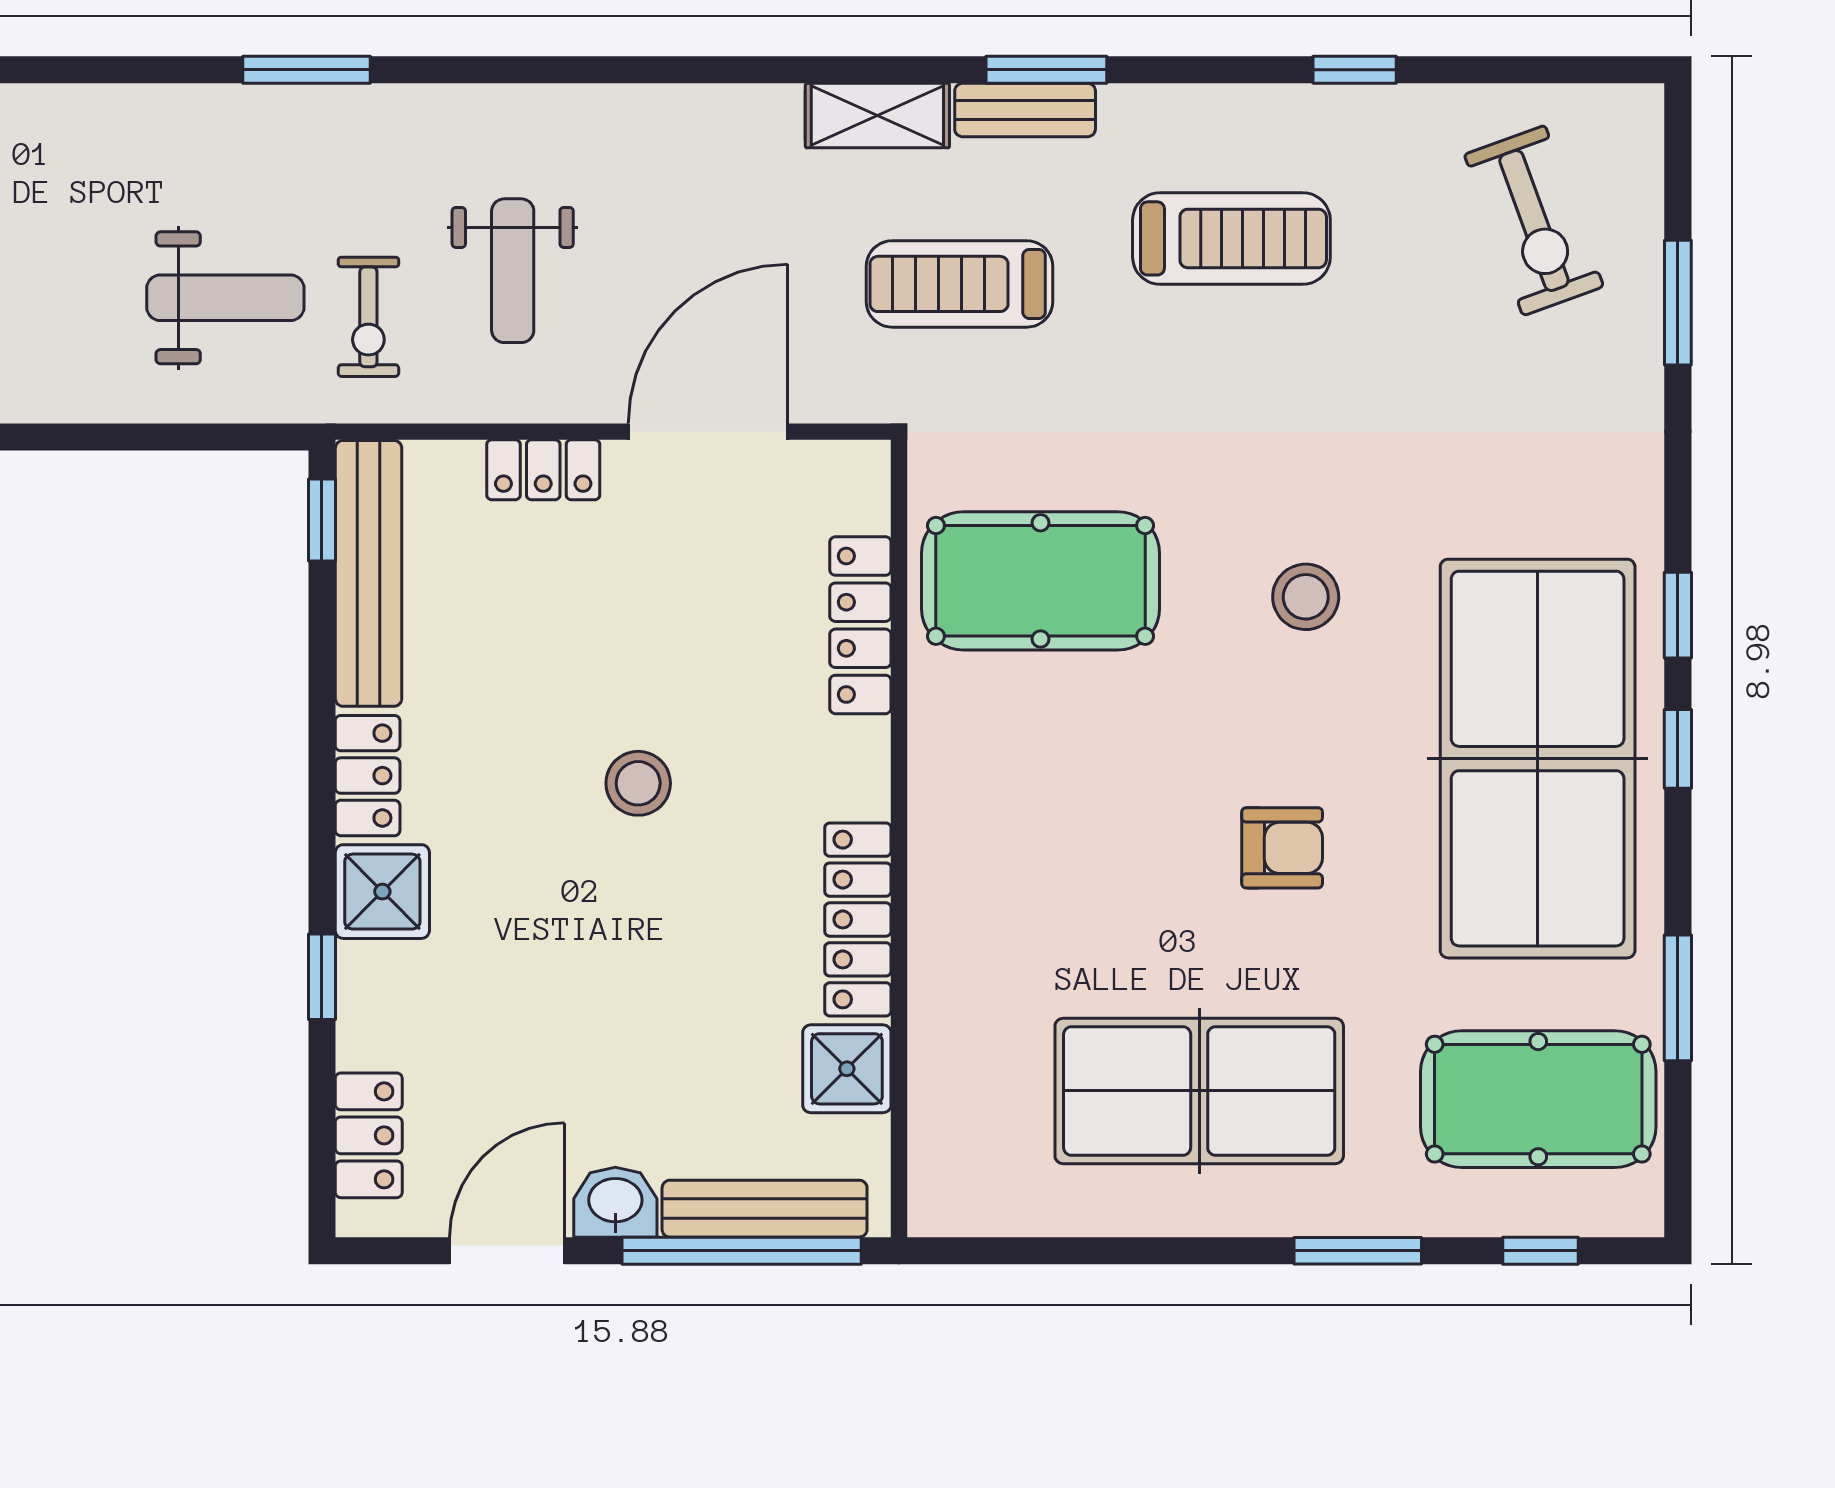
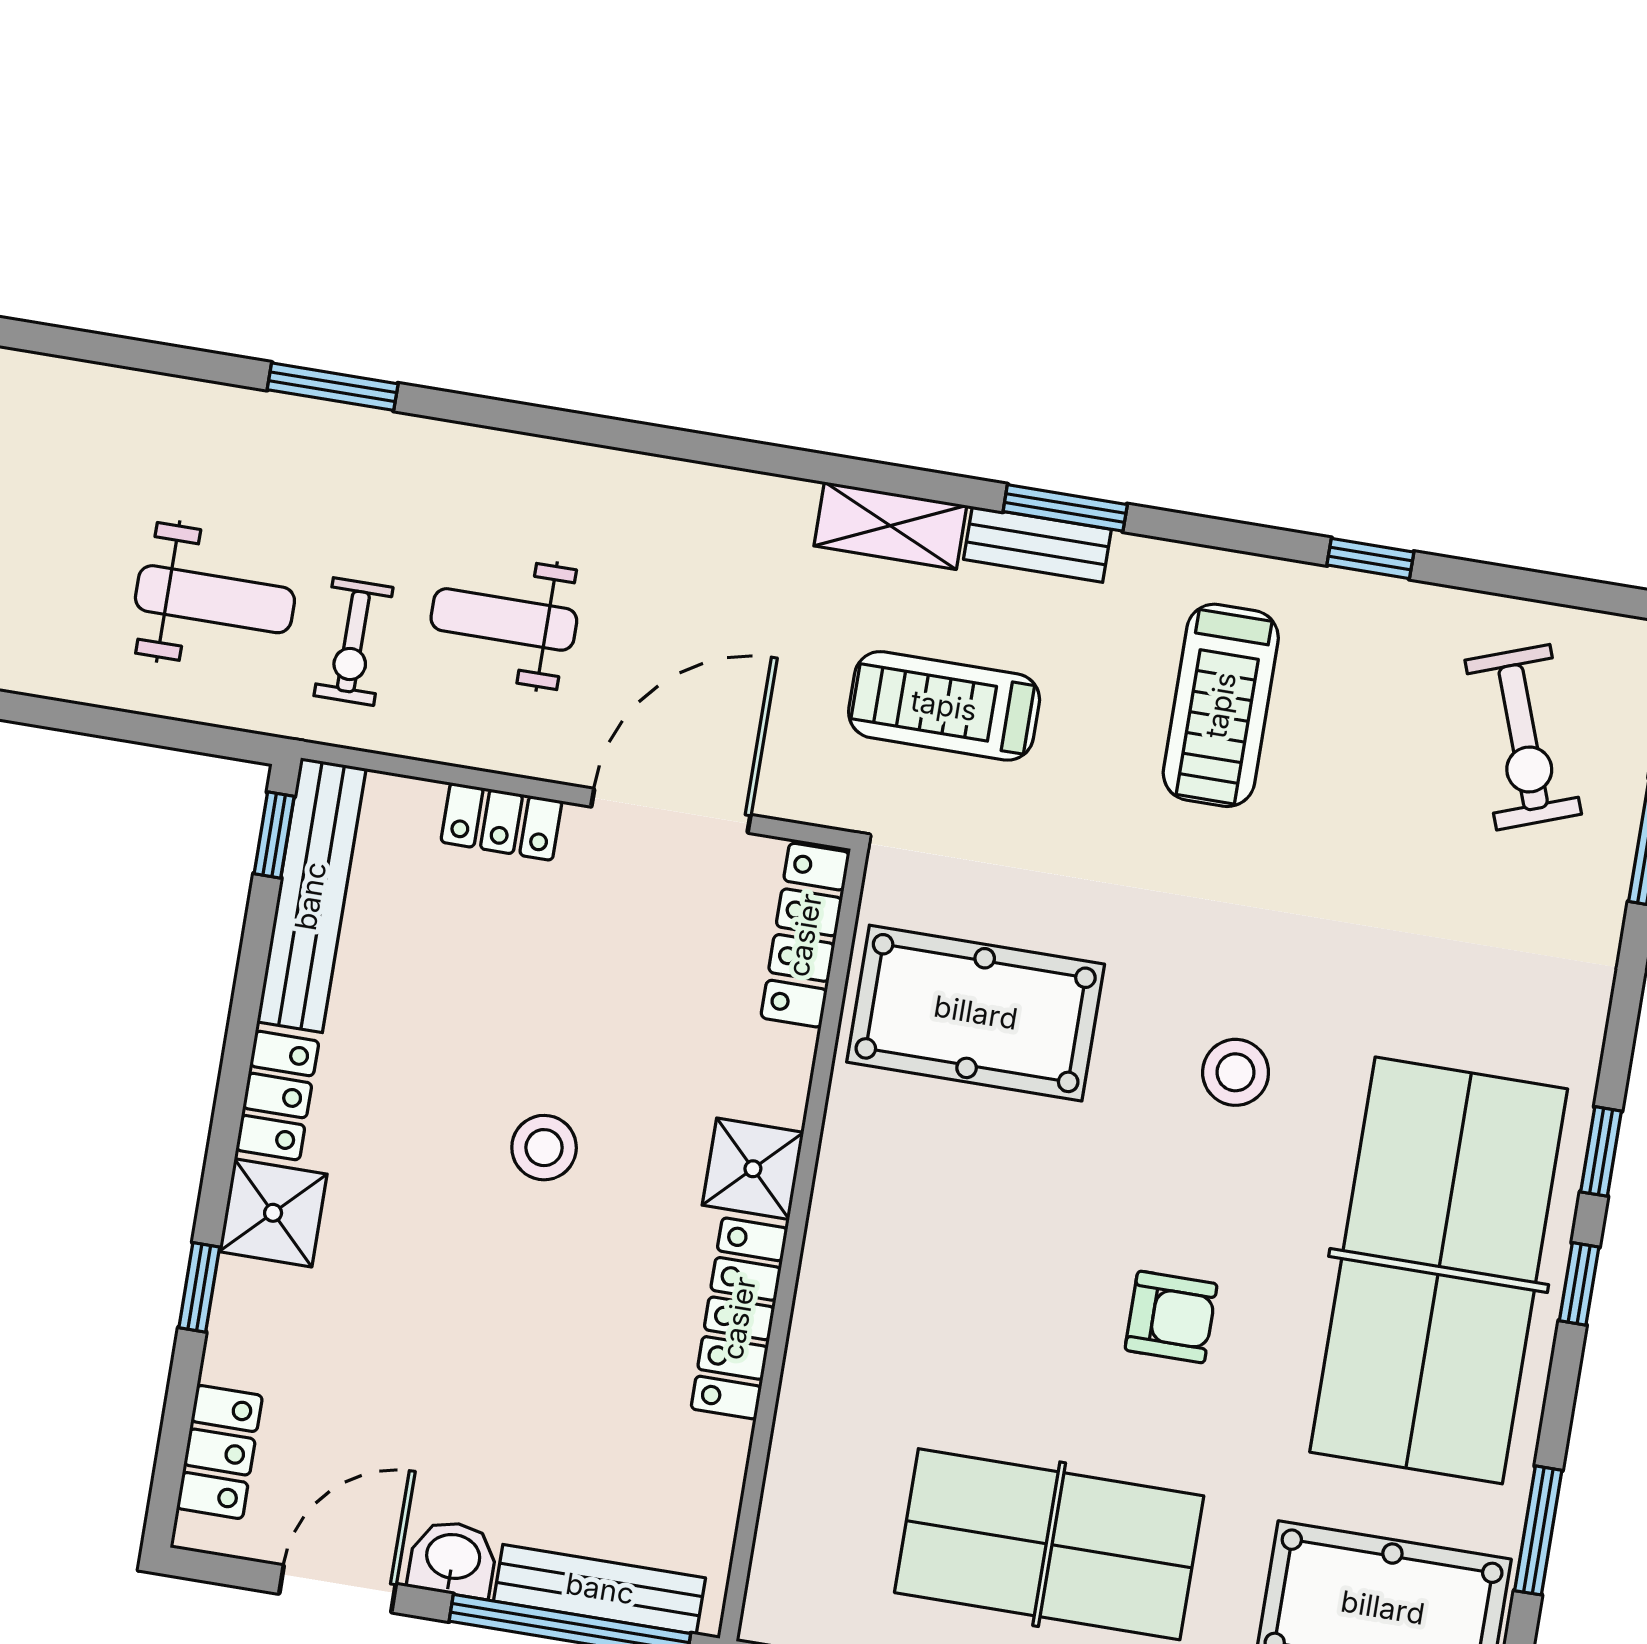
treadmill: (1231, 238) -> (1221, 705), turned 90
weight bench: (513, 271) -> (504, 619), turned 90
locker: (860, 625) -> (805, 935), moved
shower: (847, 1069) -> (753, 1169), moved

